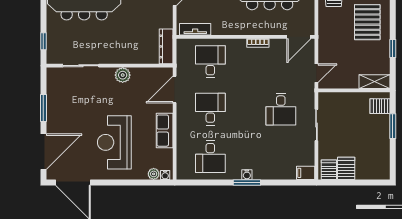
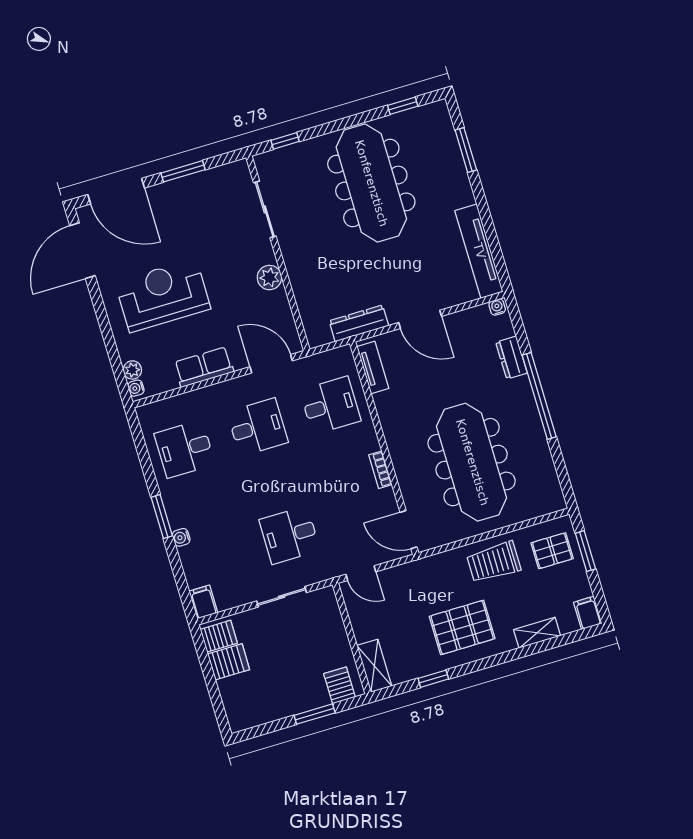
dresser: (166, 46) -> (359, 323), moved
water cooler: (247, 175) -> (181, 537), moved

